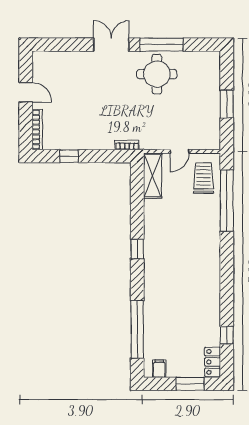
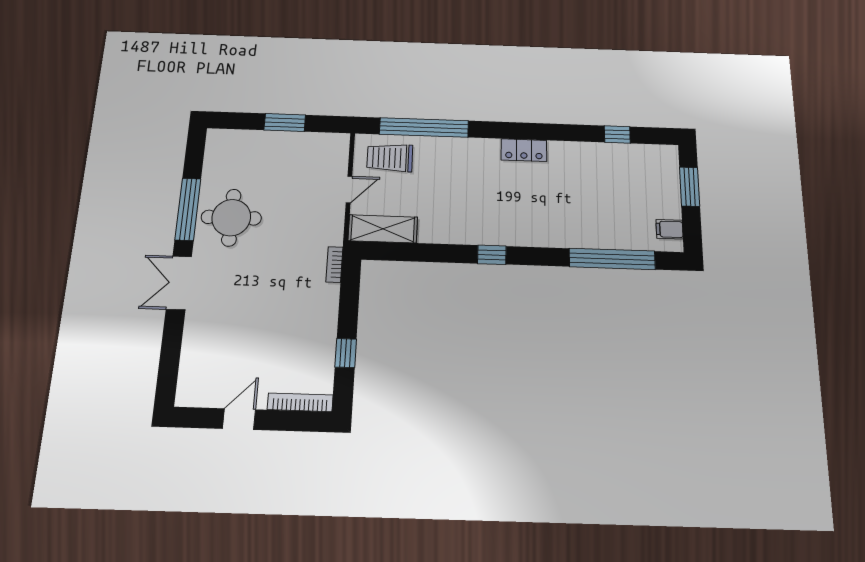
door: (180, 151) -> (349, 189), hinge flipped
locker: (213, 362) -> (524, 150), moved

